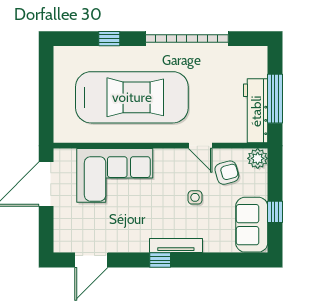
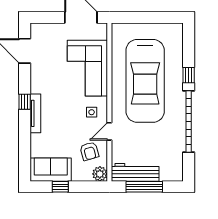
window: (109, 39) -> (189, 75), moved
side table: (195, 197) -> (92, 112), moved

